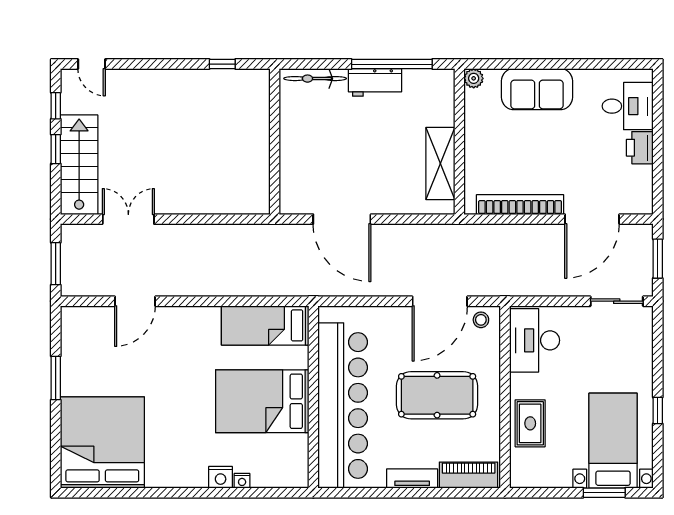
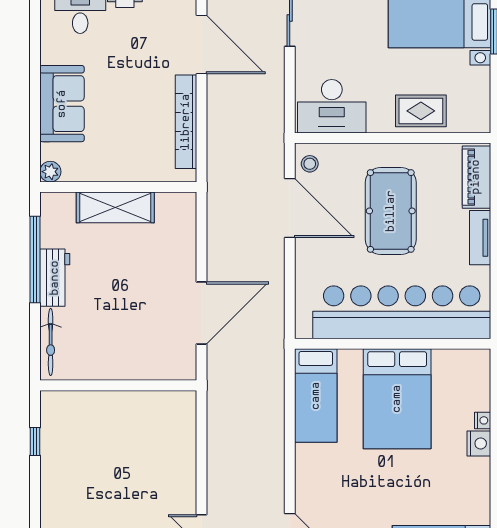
shelving: (440, 164) -> (115, 207), moved

